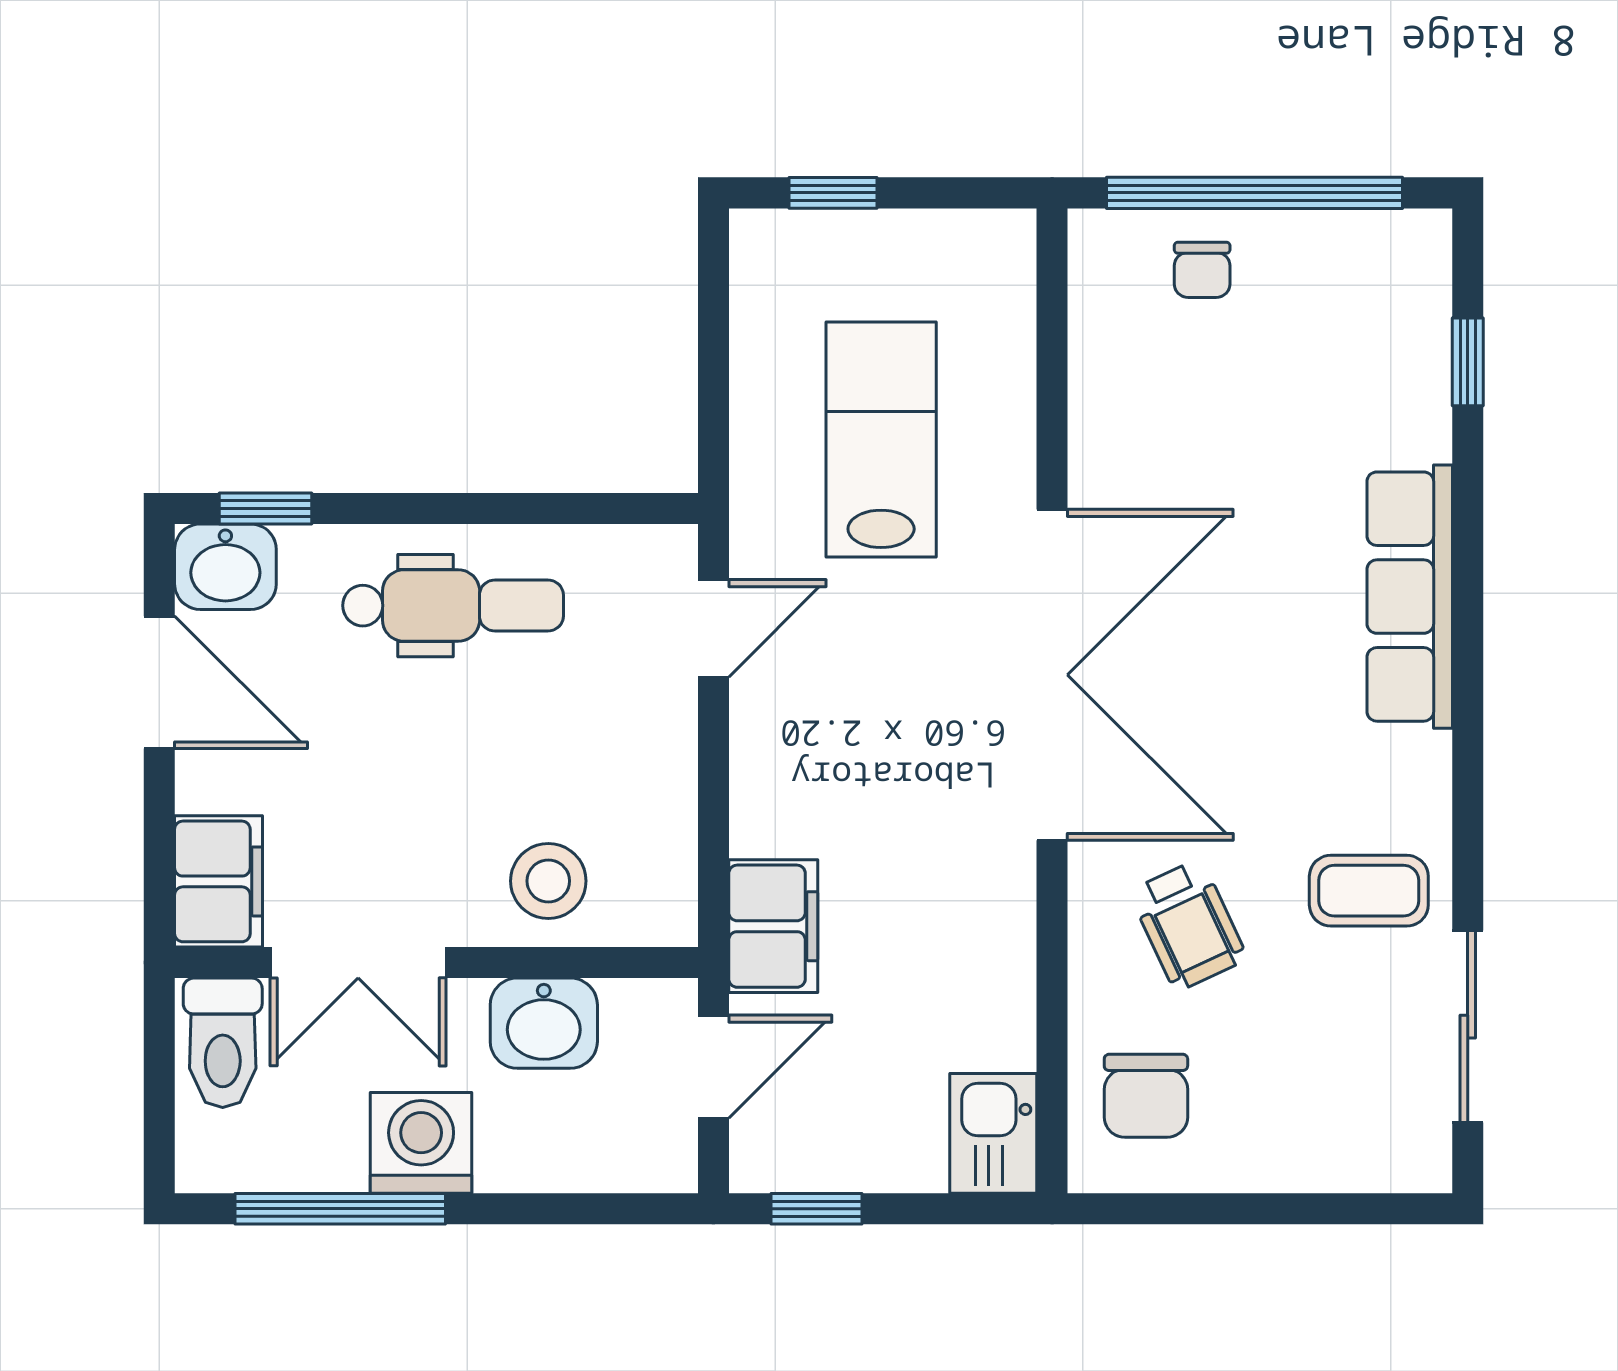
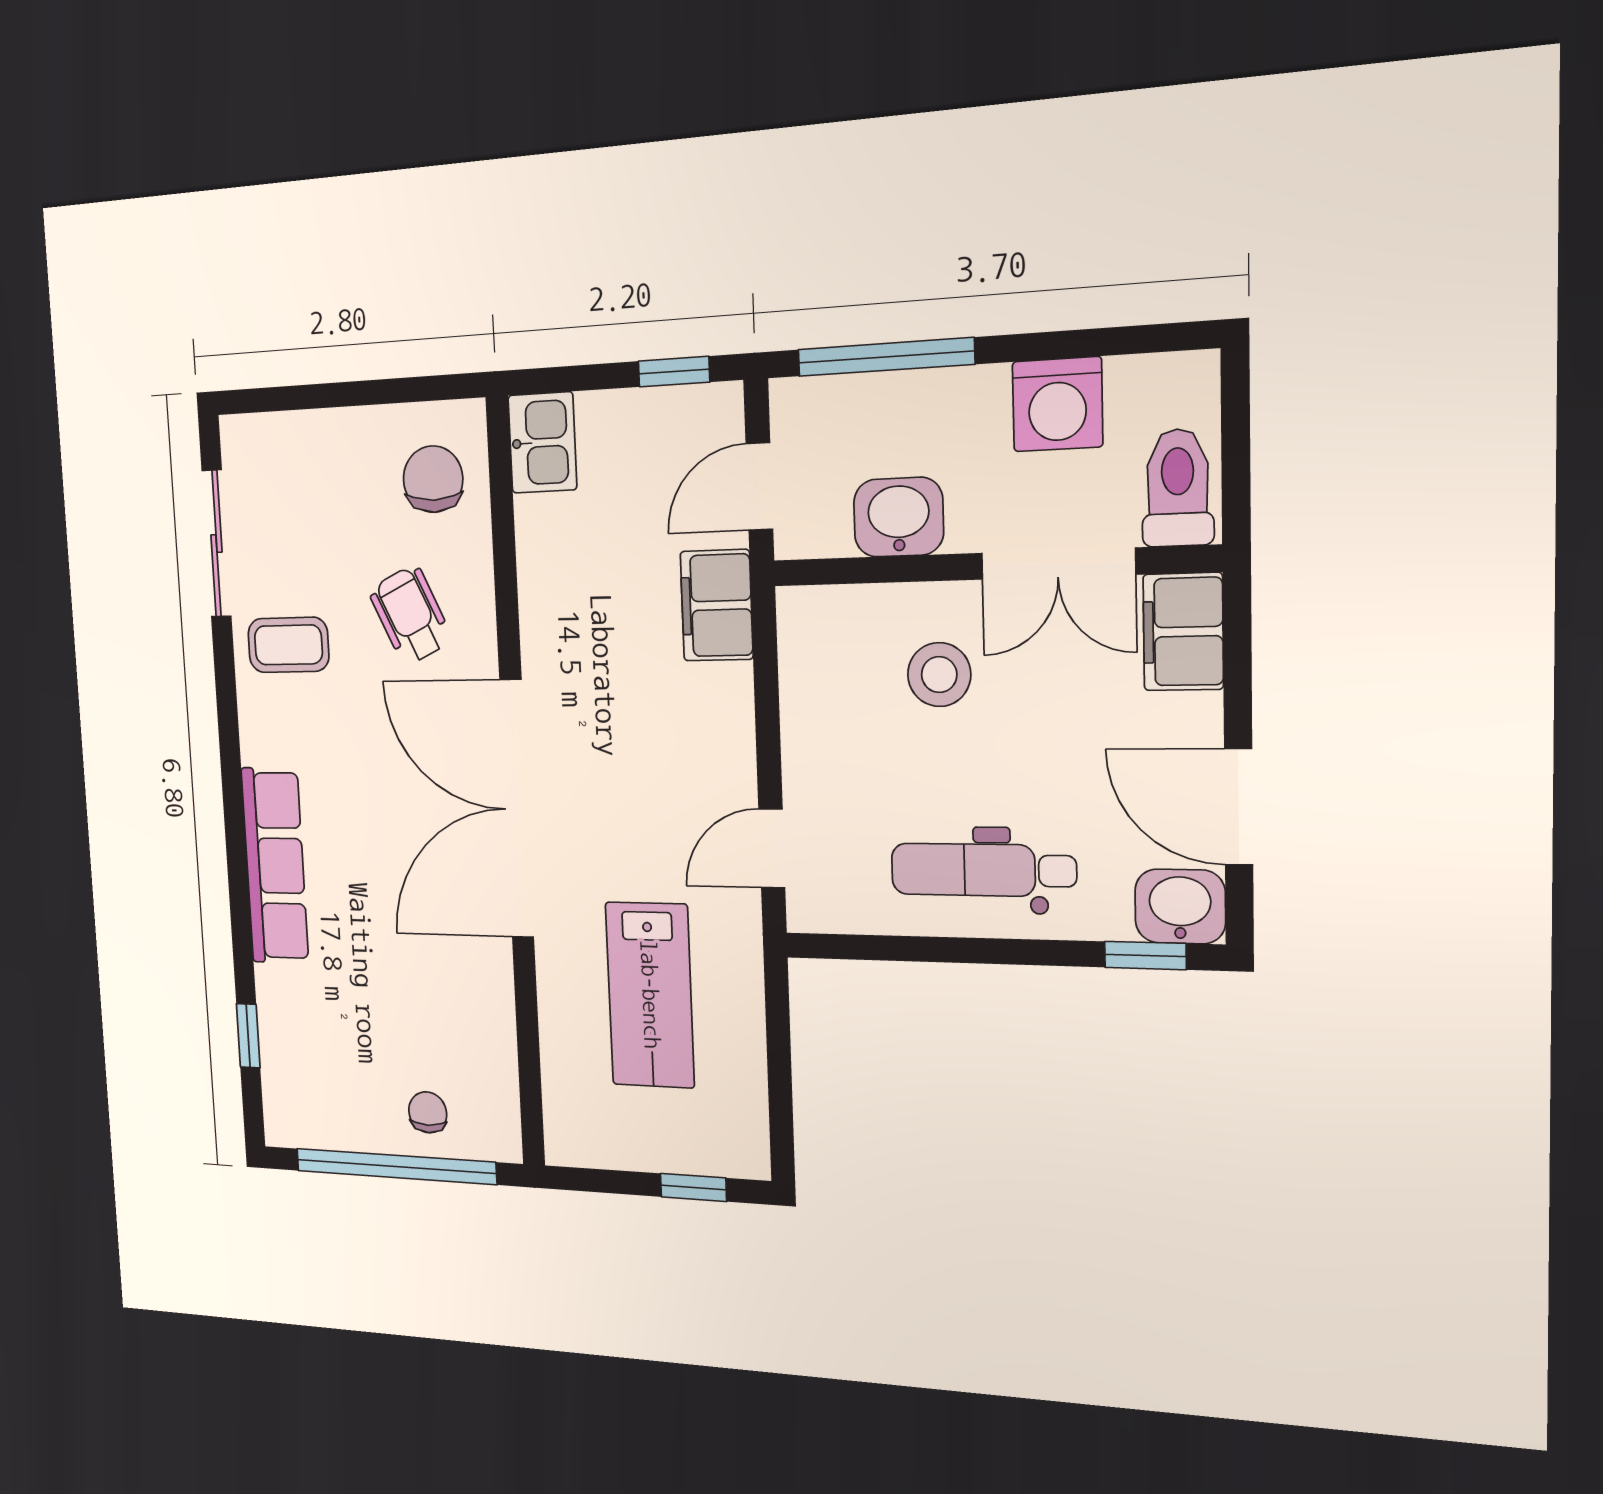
stool: (548, 881) -> (939, 675), moved
double door: (358, 963) -> (1058, 564), swing flipped
washing machine: (421, 1143) -> (1057, 404), moved
window: (340, 1209) -> (886, 357), moved

